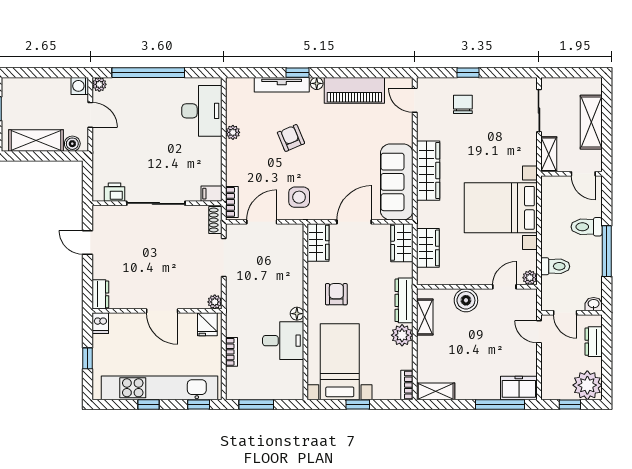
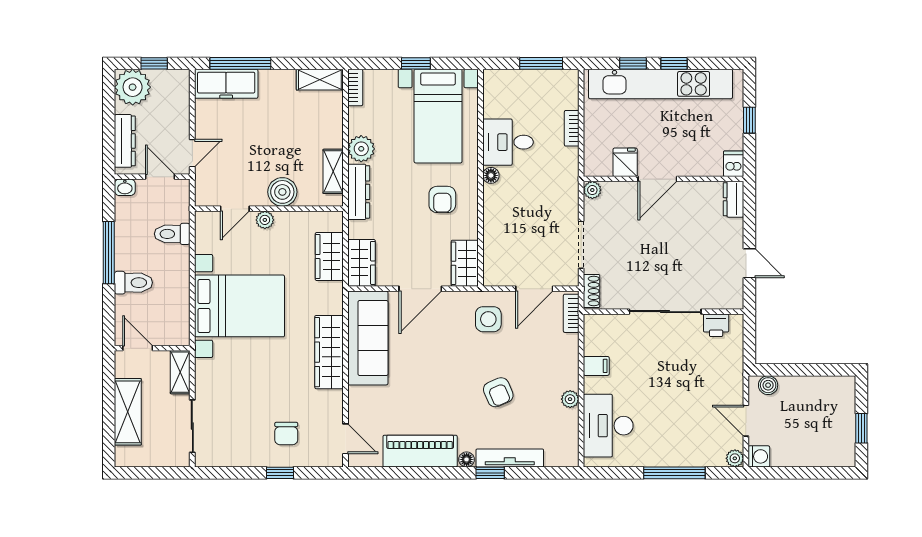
window: (148, 73) -> (674, 473), width x0.68
shelving: (36, 141) -> (813, 389), removed
filing cabinet: (212, 194) -> (596, 366), moved
plant: (530, 278) -> (265, 220), moved
door: (162, 311) -> (657, 179), swing flipped
fridge: (207, 324) -> (625, 162), moved
door: (539, 332) -> (192, 153), hinge flipped
dresser: (594, 342) -> (125, 141), width x1.44
freezer: (519, 388) -> (226, 84), width x1.40
window: (199, 404) -> (633, 63), moved

